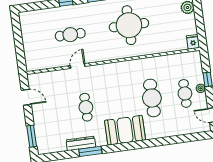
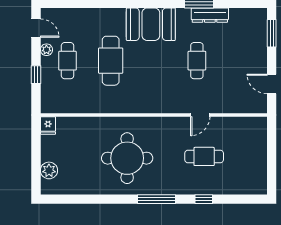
plant: (201, 88) -> (46, 50), moved

